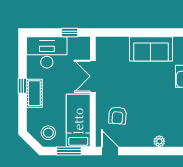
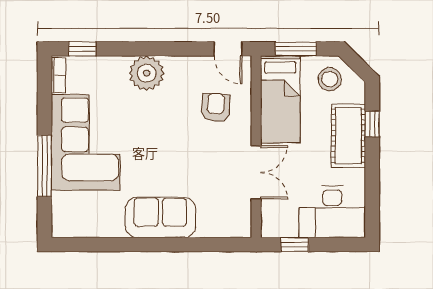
window: (23, 86) -> (372, 124), moved
cot: (34, 93) -> (348, 136), width x1.37, depth x1.34
plant: (159, 141) -> (147, 73), width x1.88, depth x1.88

